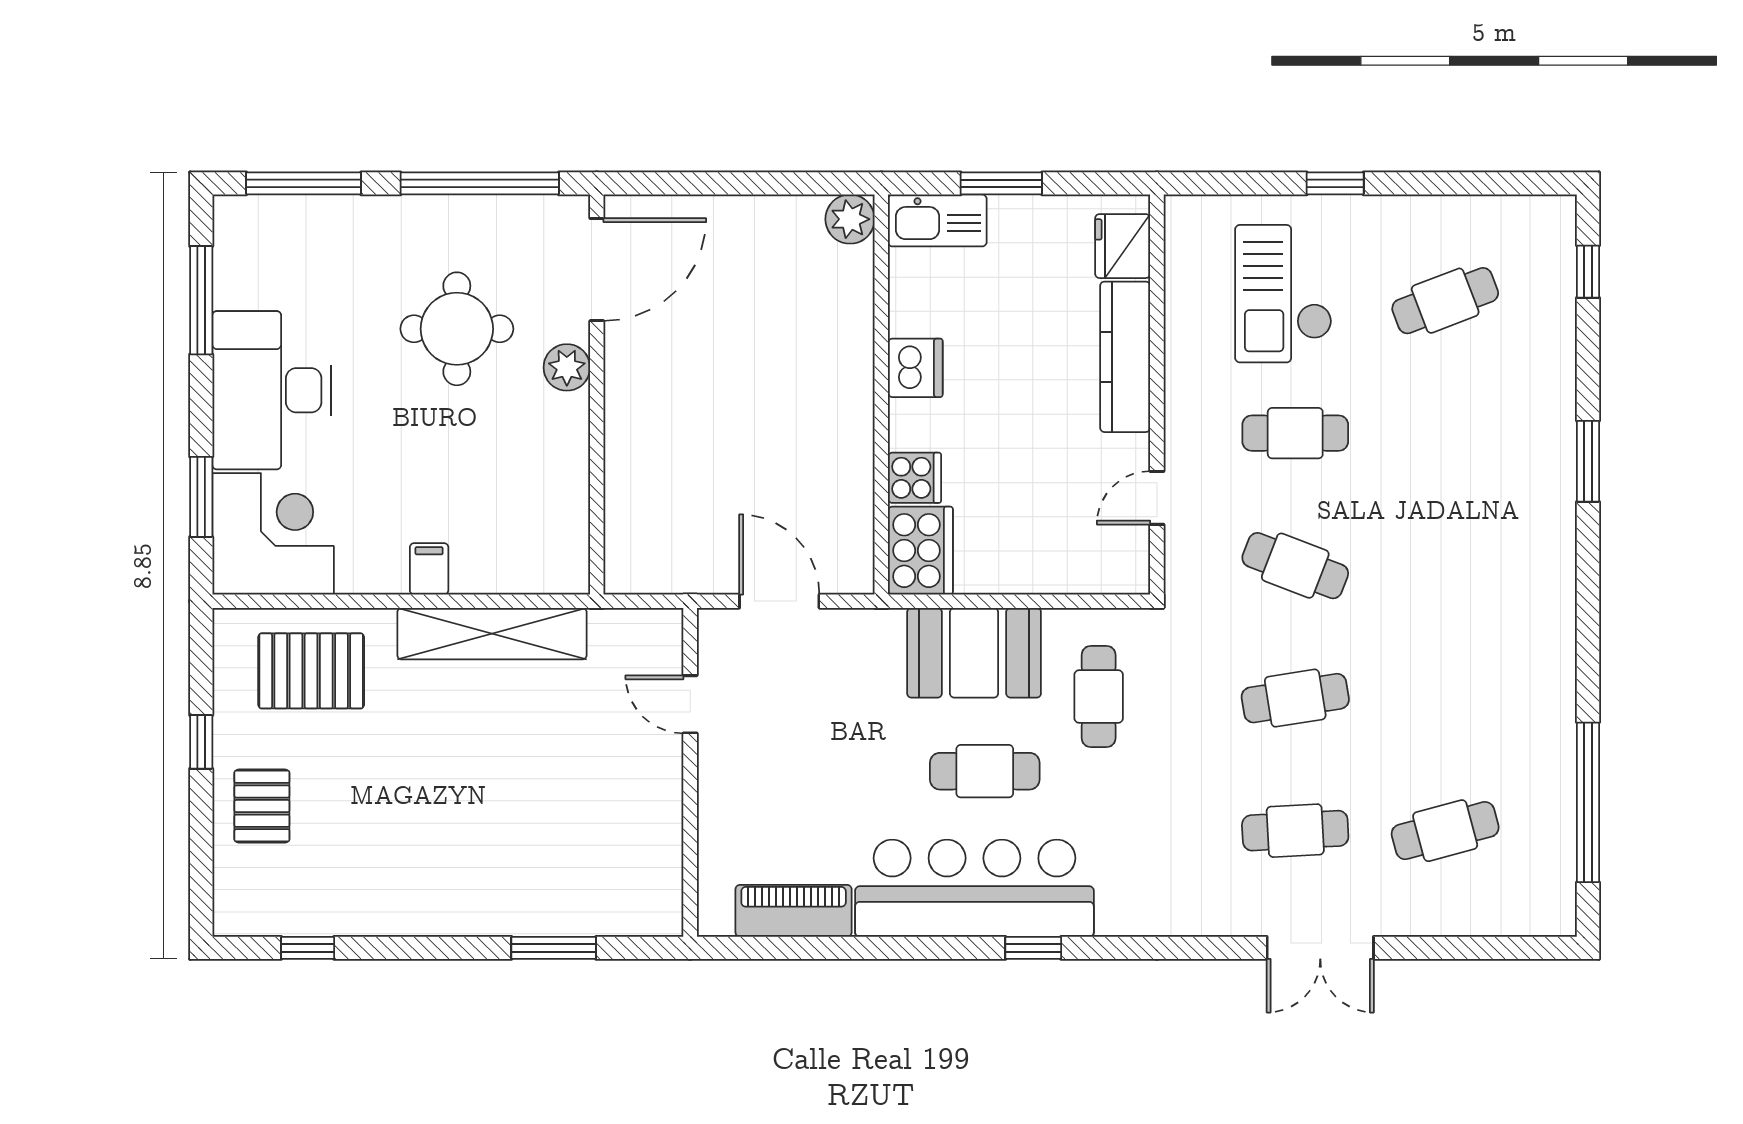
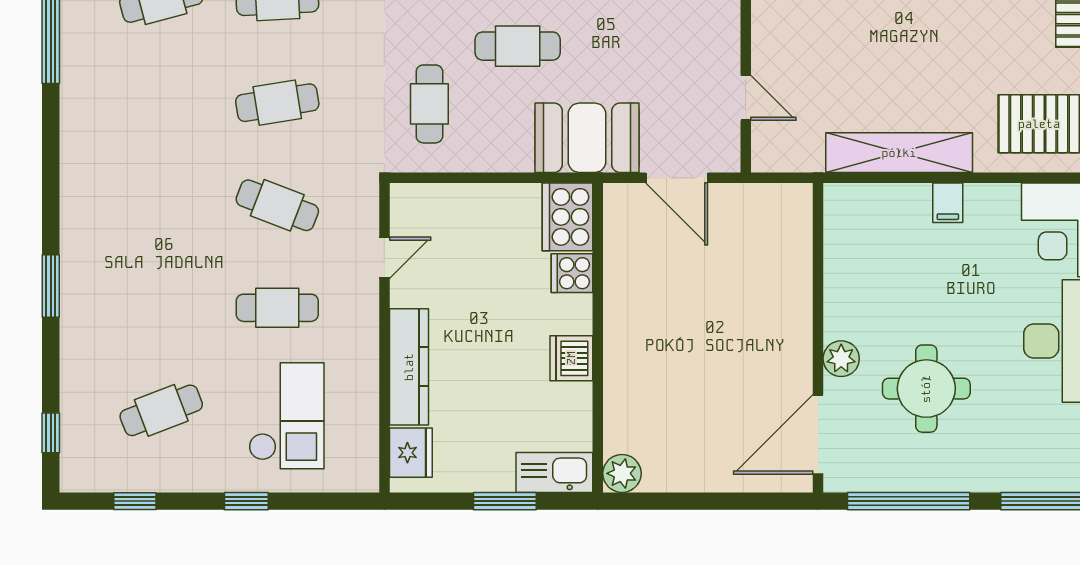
window: (1479, 183) -> (135, 501), added
booth: (974, 653) -> (587, 138), moved

